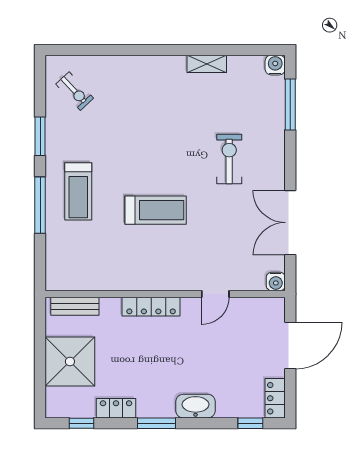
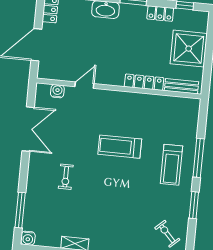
exercise bike: (229, 159) -> (66, 177), width x0.73, depth x0.72
treadmill: (78, 191) -> (171, 165), turned 180
water cooler: (276, 281) -> (57, 91), moved
locker: (151, 307) -> (144, 82), moved

